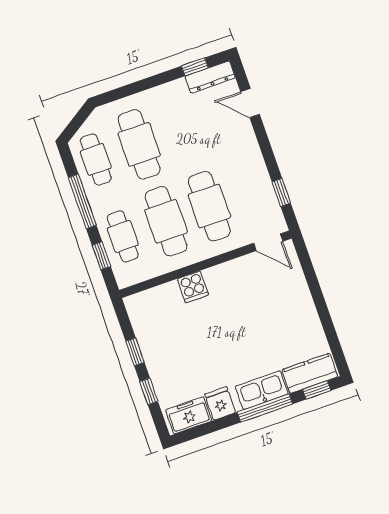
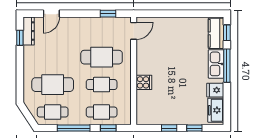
cafe table: (166, 221) -> (102, 85), width x0.73, depth x0.74

